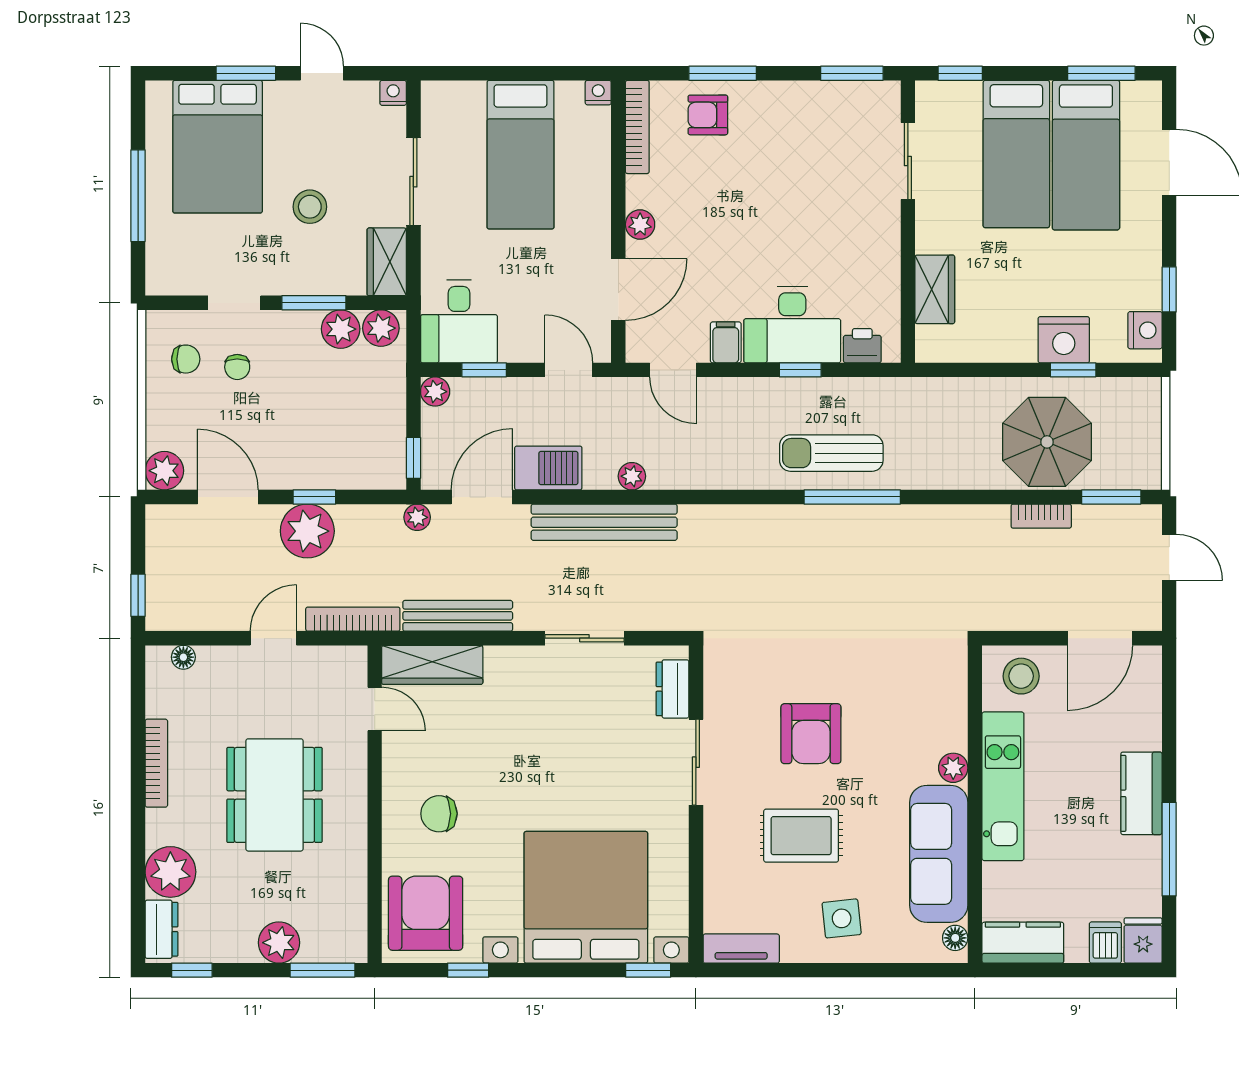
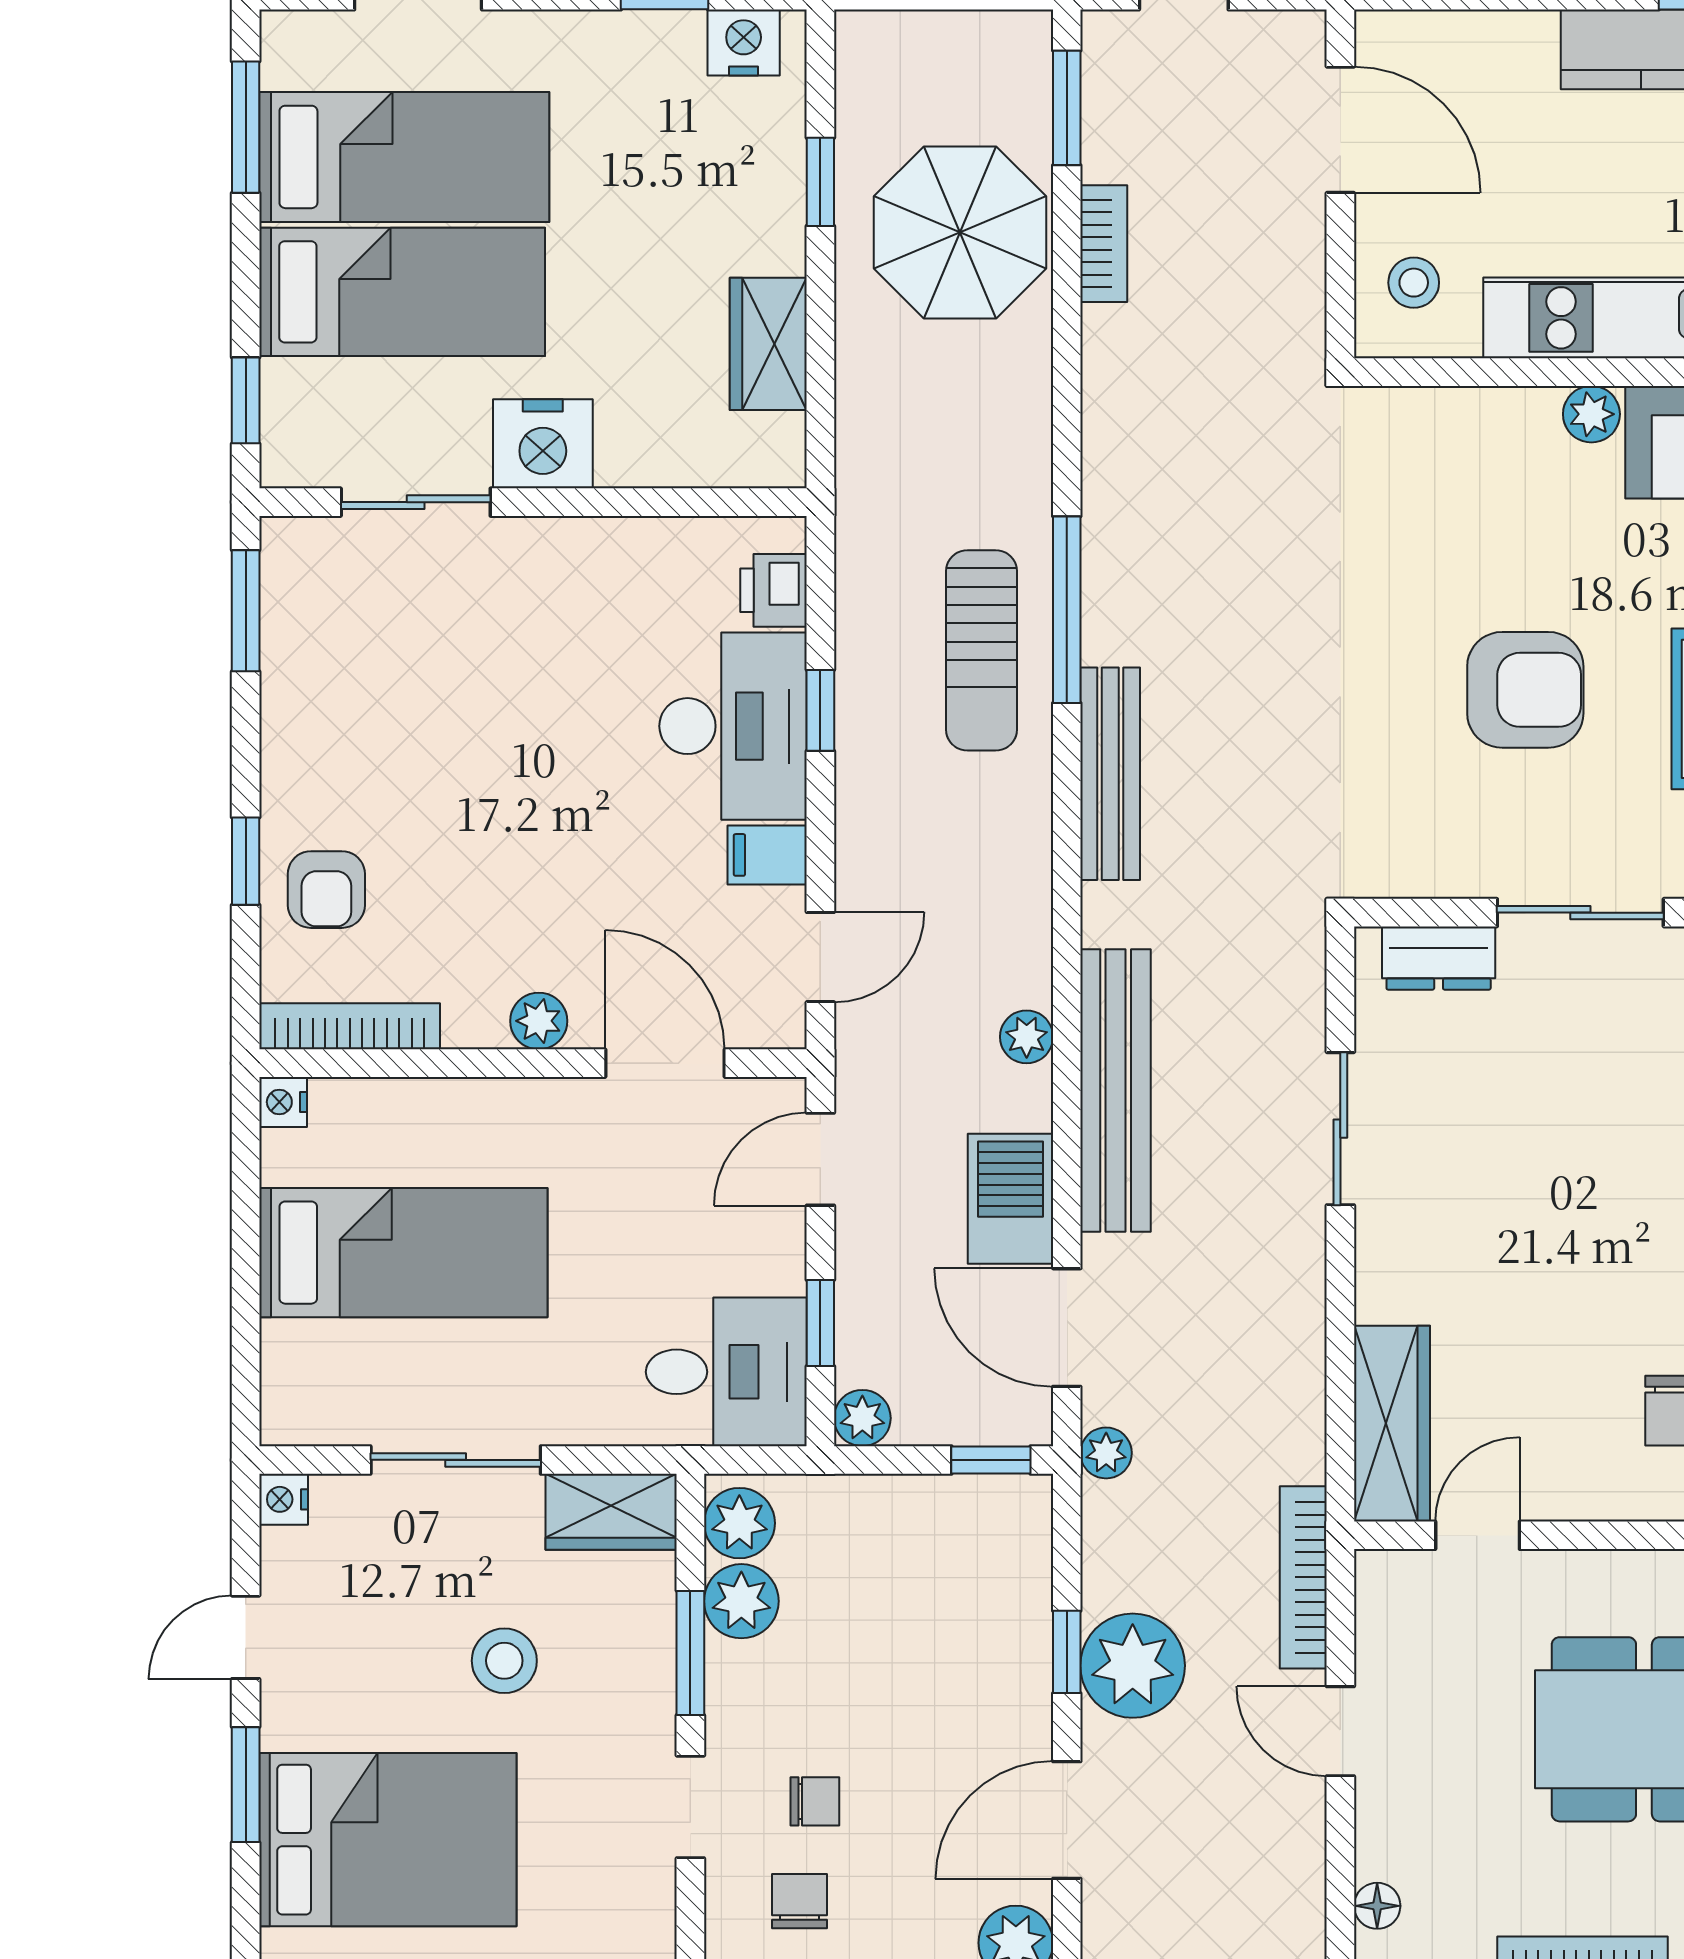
window: (723, 73) -> (246, 861), width x0.67
wardrobe: (935, 289) -> (768, 344), moved, turned -90
nightstand: (1064, 340) -> (543, 444), moved, turned 90
bench: (458, 616) -> (1110, 774), moved
stool: (1021, 676) -> (1414, 283), width x0.73, depth x0.73

